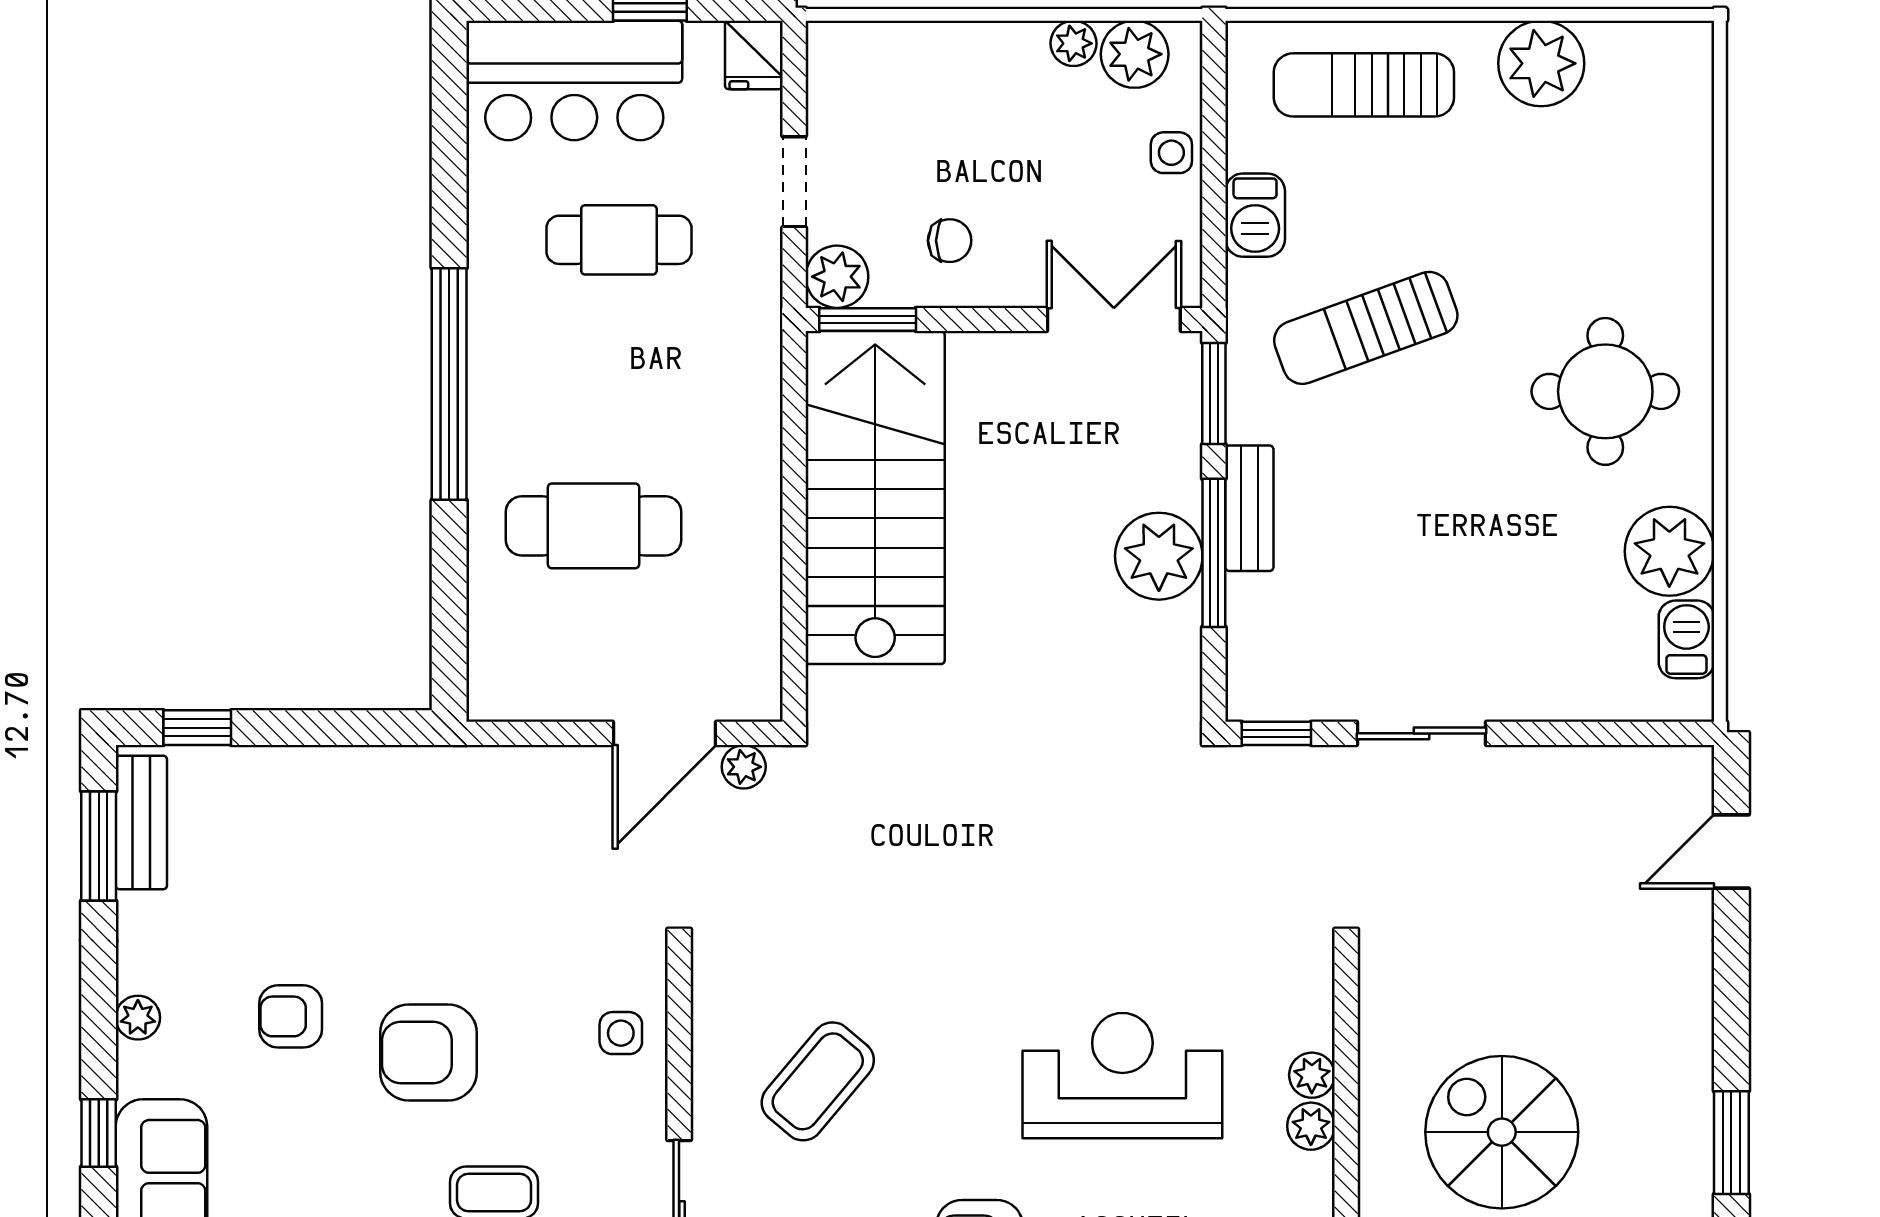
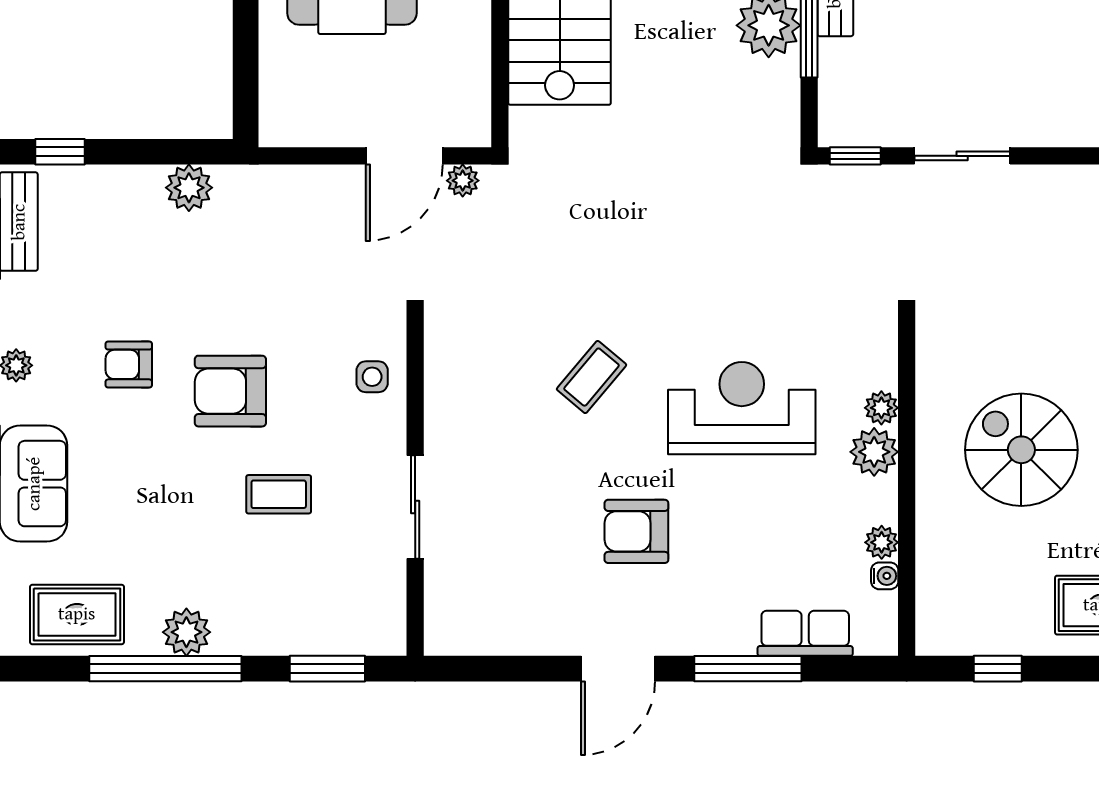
plant: (372, 777) -> (189, 188), added
coffee table: (818, 1081) -> (592, 377), moved, width x0.73, depth x0.77
plant: (1311, 1126) -> (874, 452), width x1.38, depth x1.38

